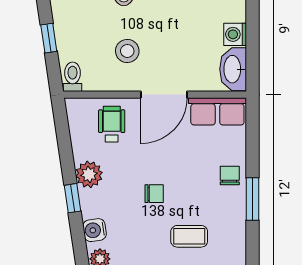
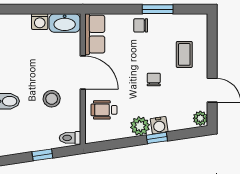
water cooler: (95, 230) -> (159, 125), moved

